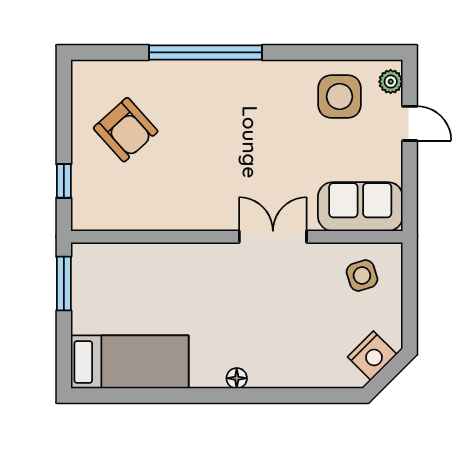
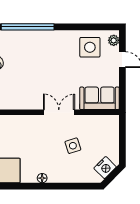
side table: (362, 276) -> (73, 146), moved

